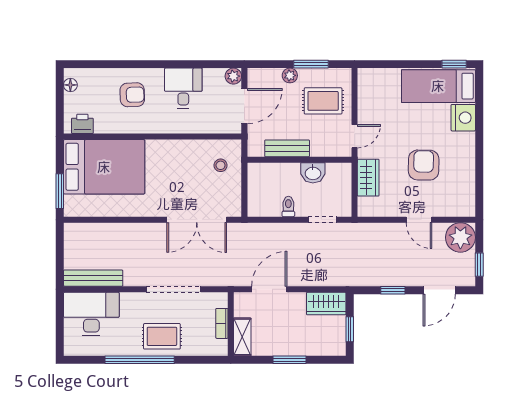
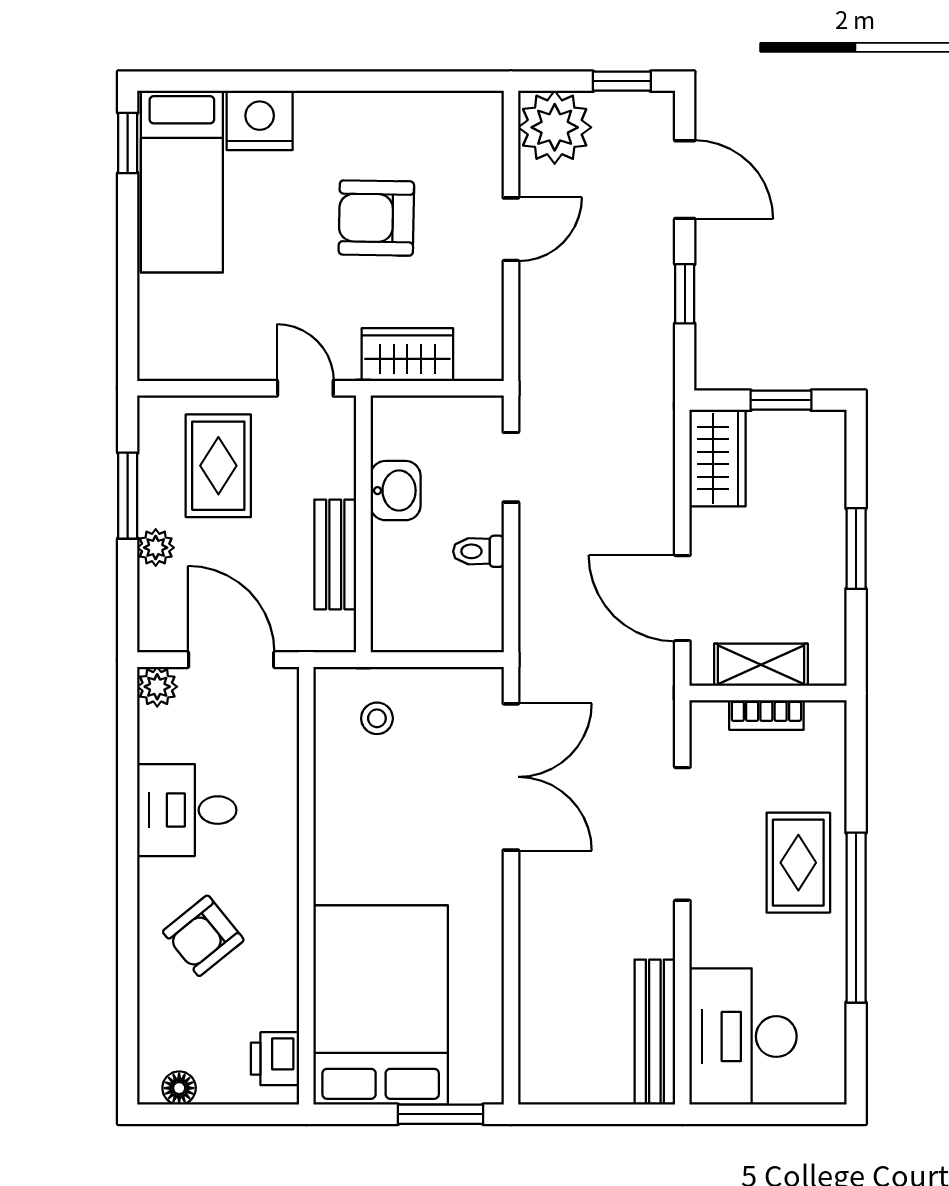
armchair: (132, 95) -> (203, 936), turned -127
shelving: (242, 337) -> (761, 665), moved

